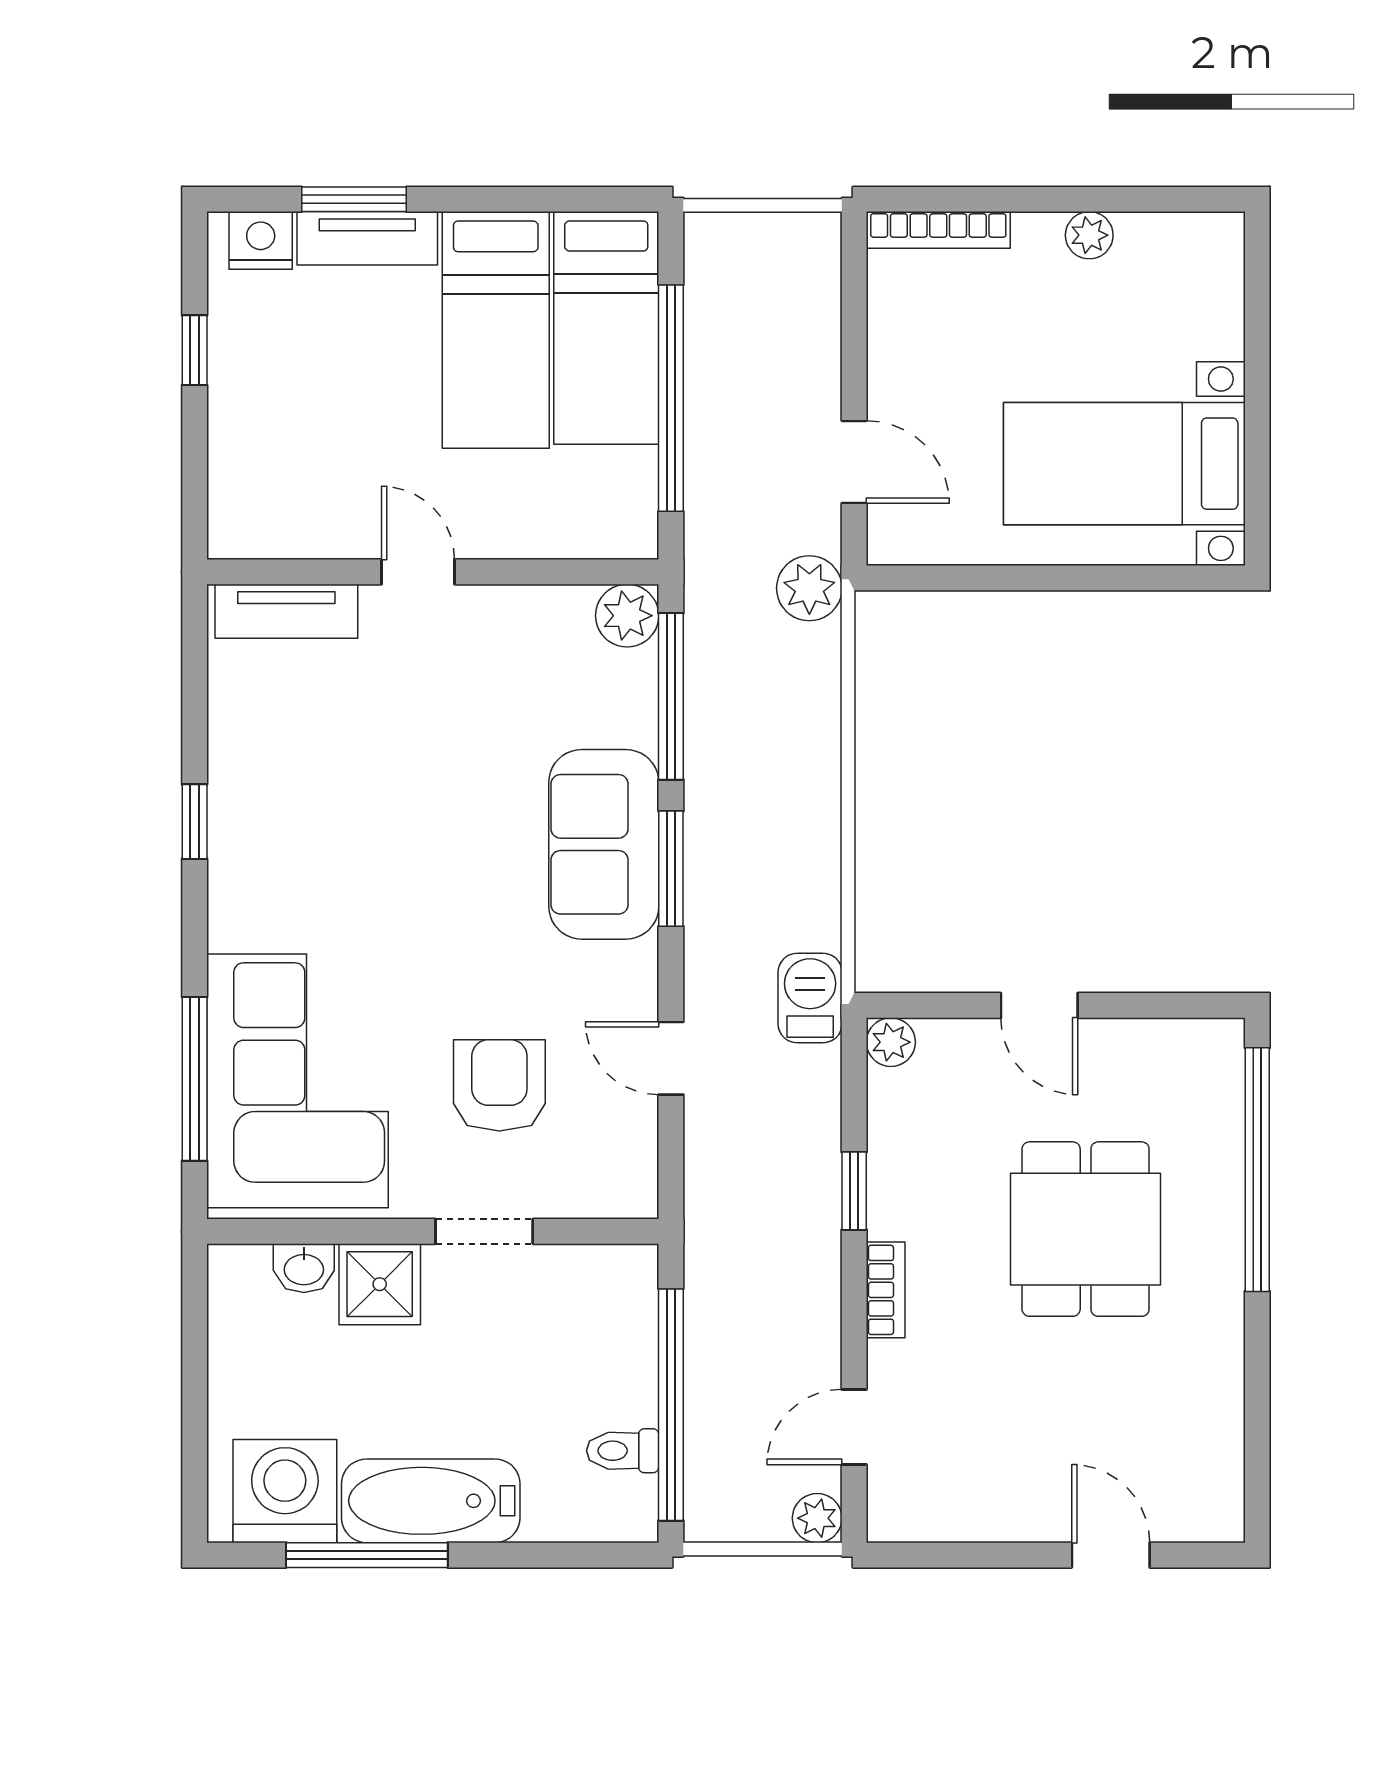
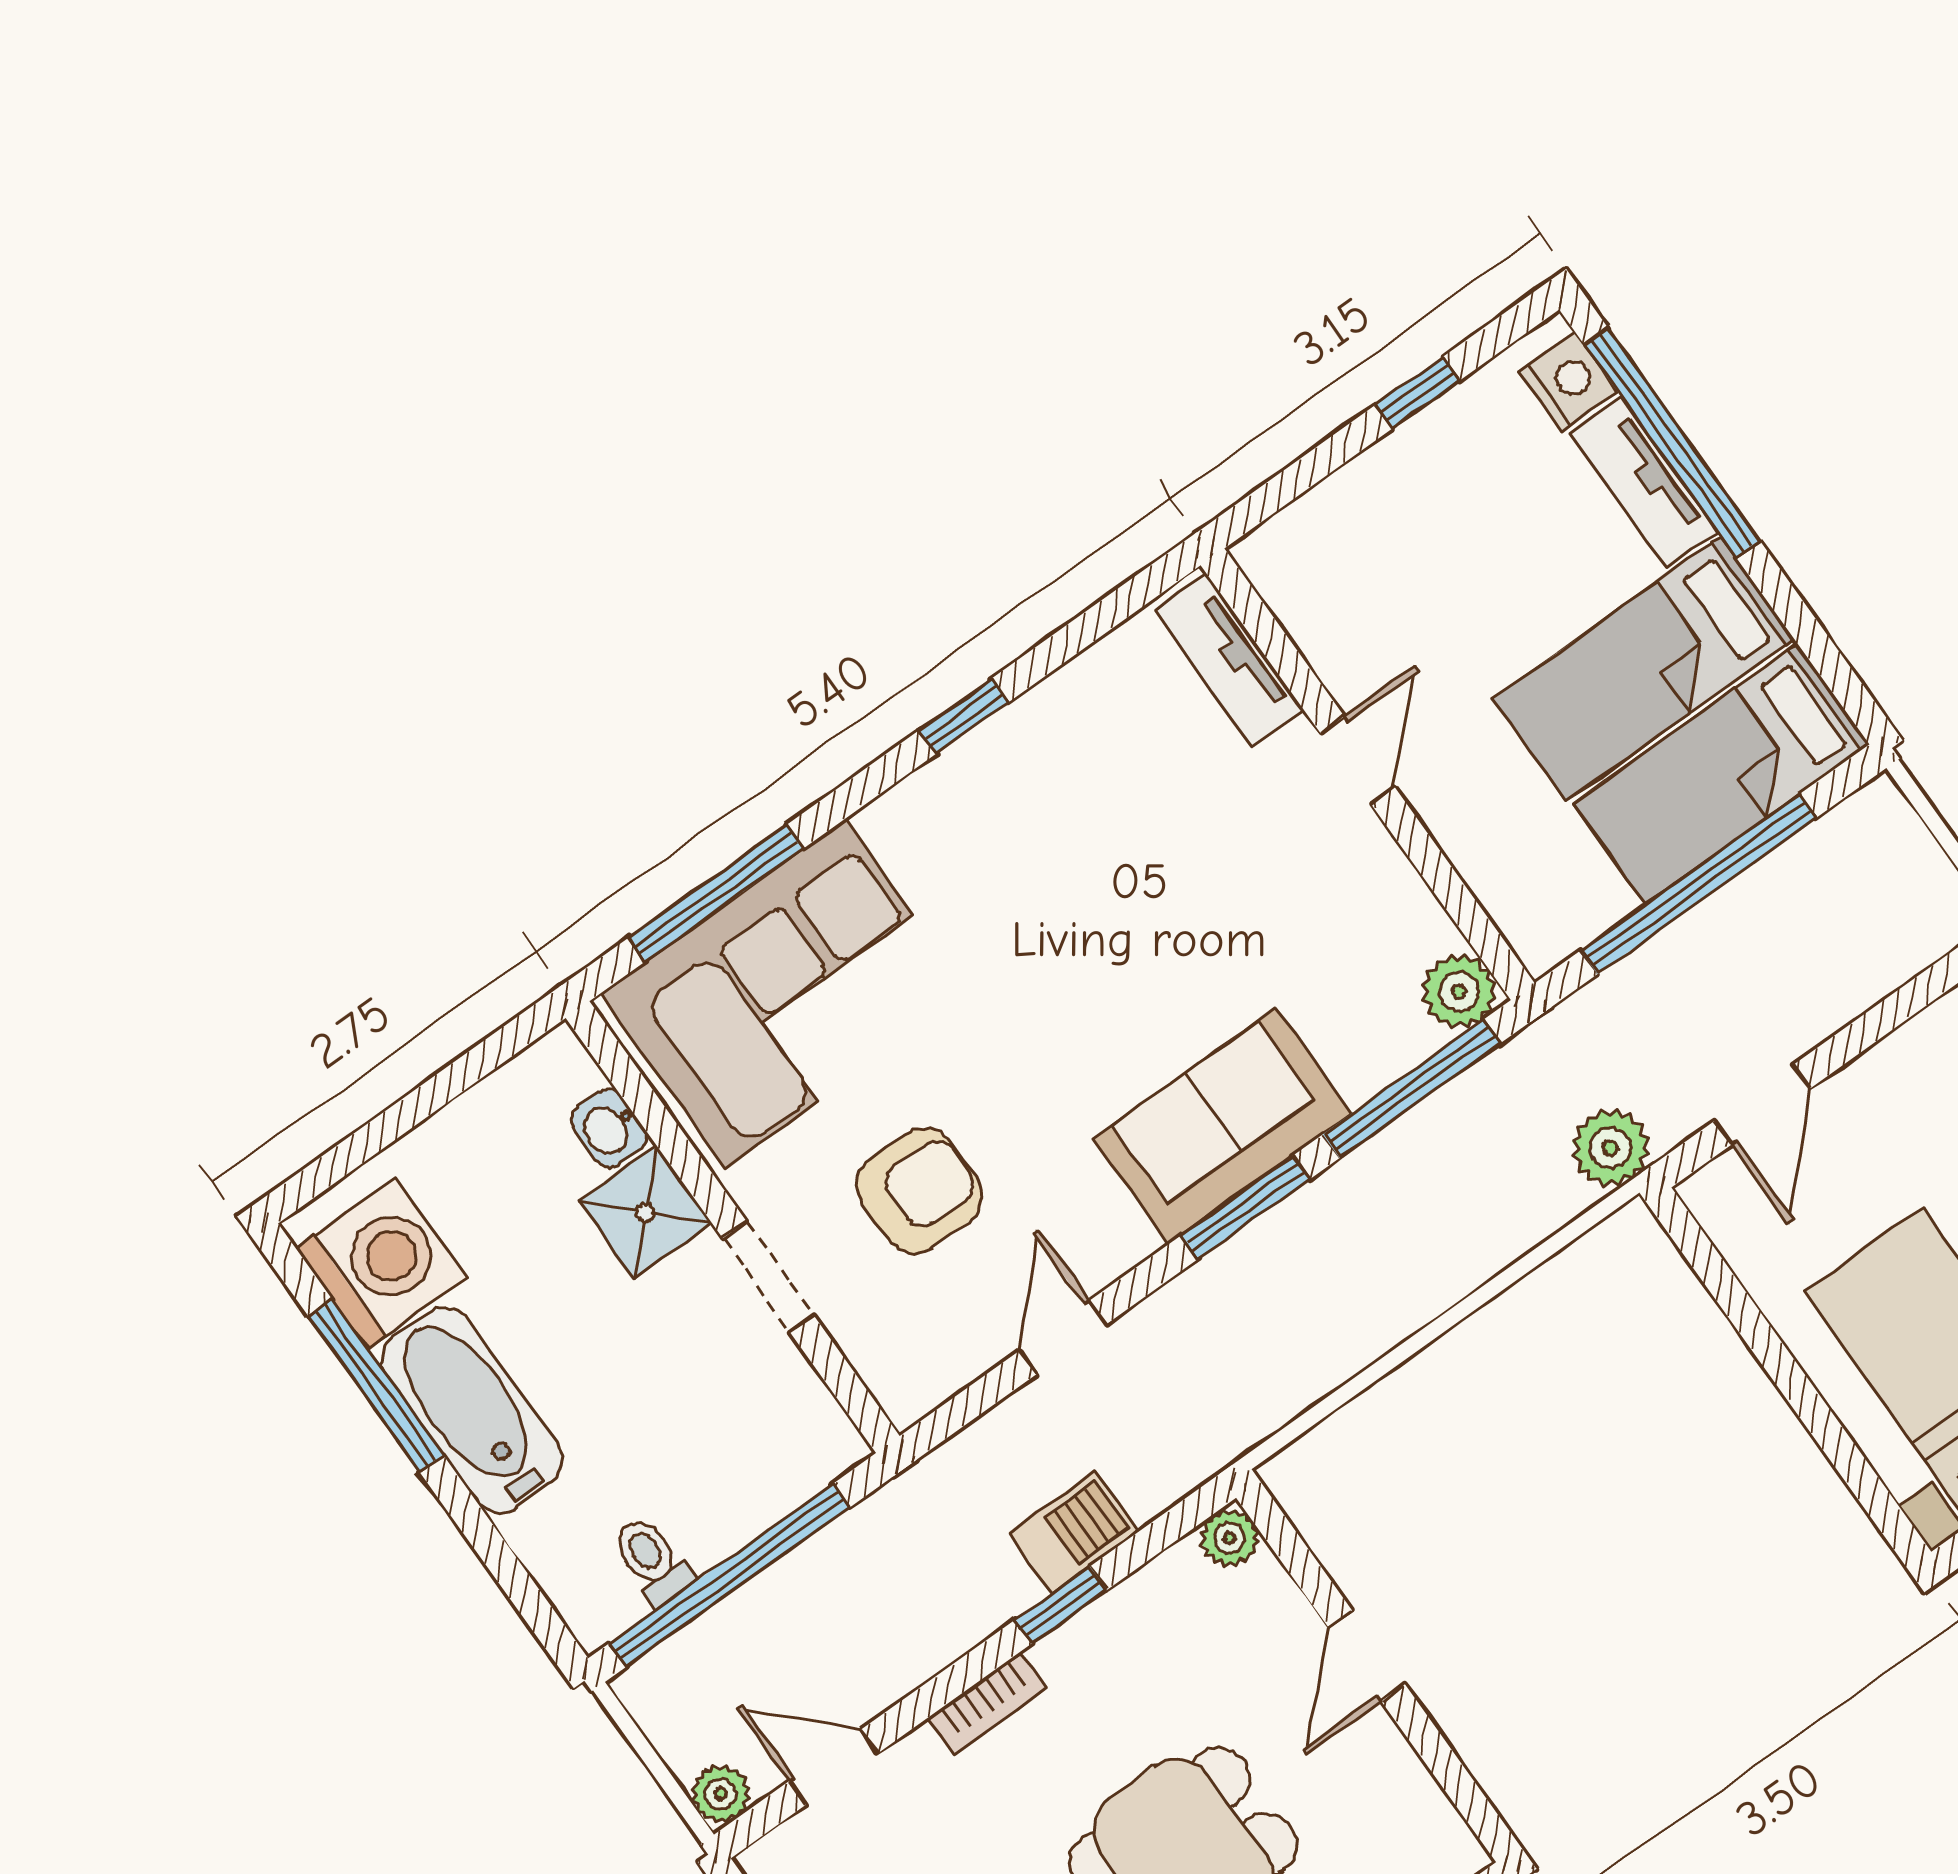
window: (354, 199) -> (1672, 443), width x2.11
barbecue: (810, 998) -> (1074, 1532), moved

